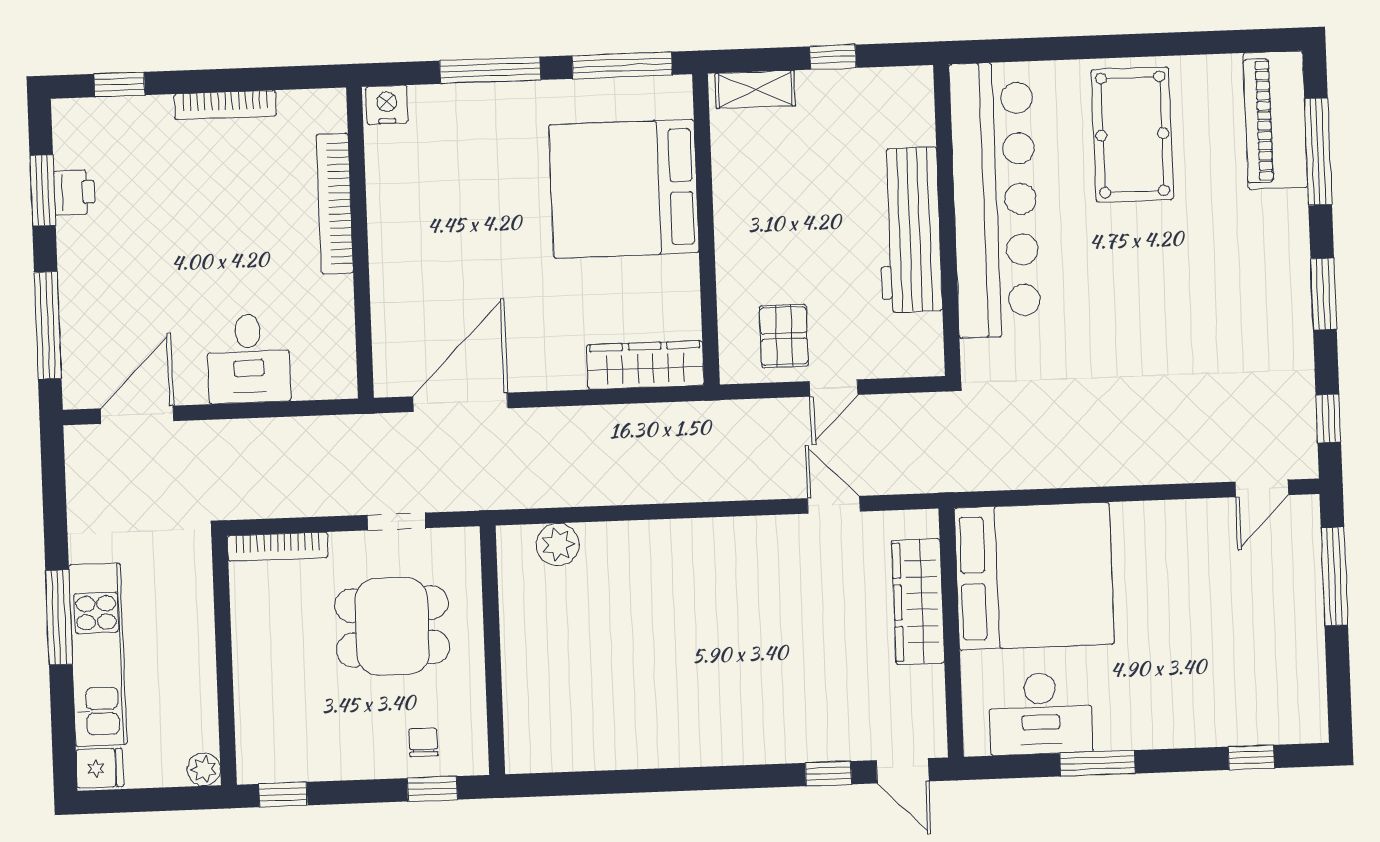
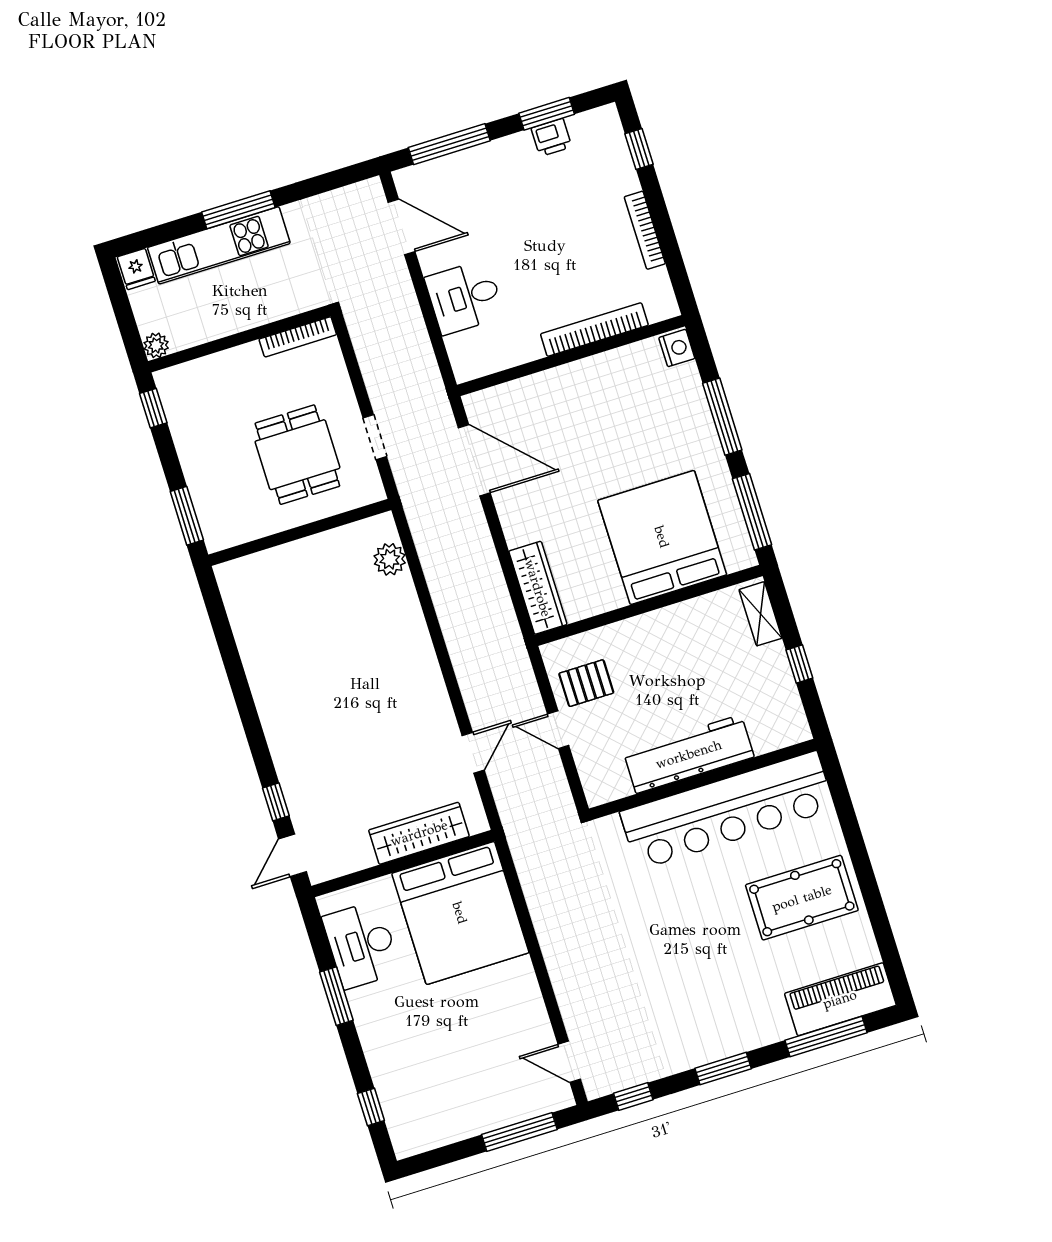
bookcase: (278, 547) -> (298, 337), moved, turned -90
chair: (423, 742) -> (219, 500), removed
window: (432, 789) -> (187, 516), width x1.50

